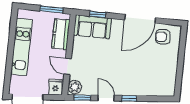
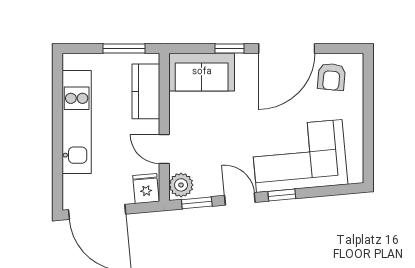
window: (98, 14) -> (229, 48), moved
armchair: (163, 37) -> (331, 77), turned -79
corner sofa: (141, 78) -> (299, 156), added

